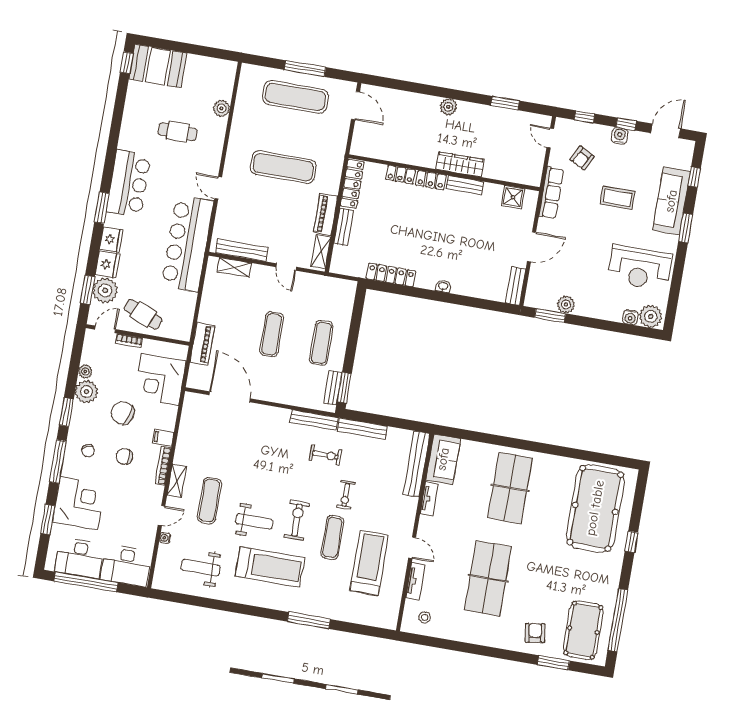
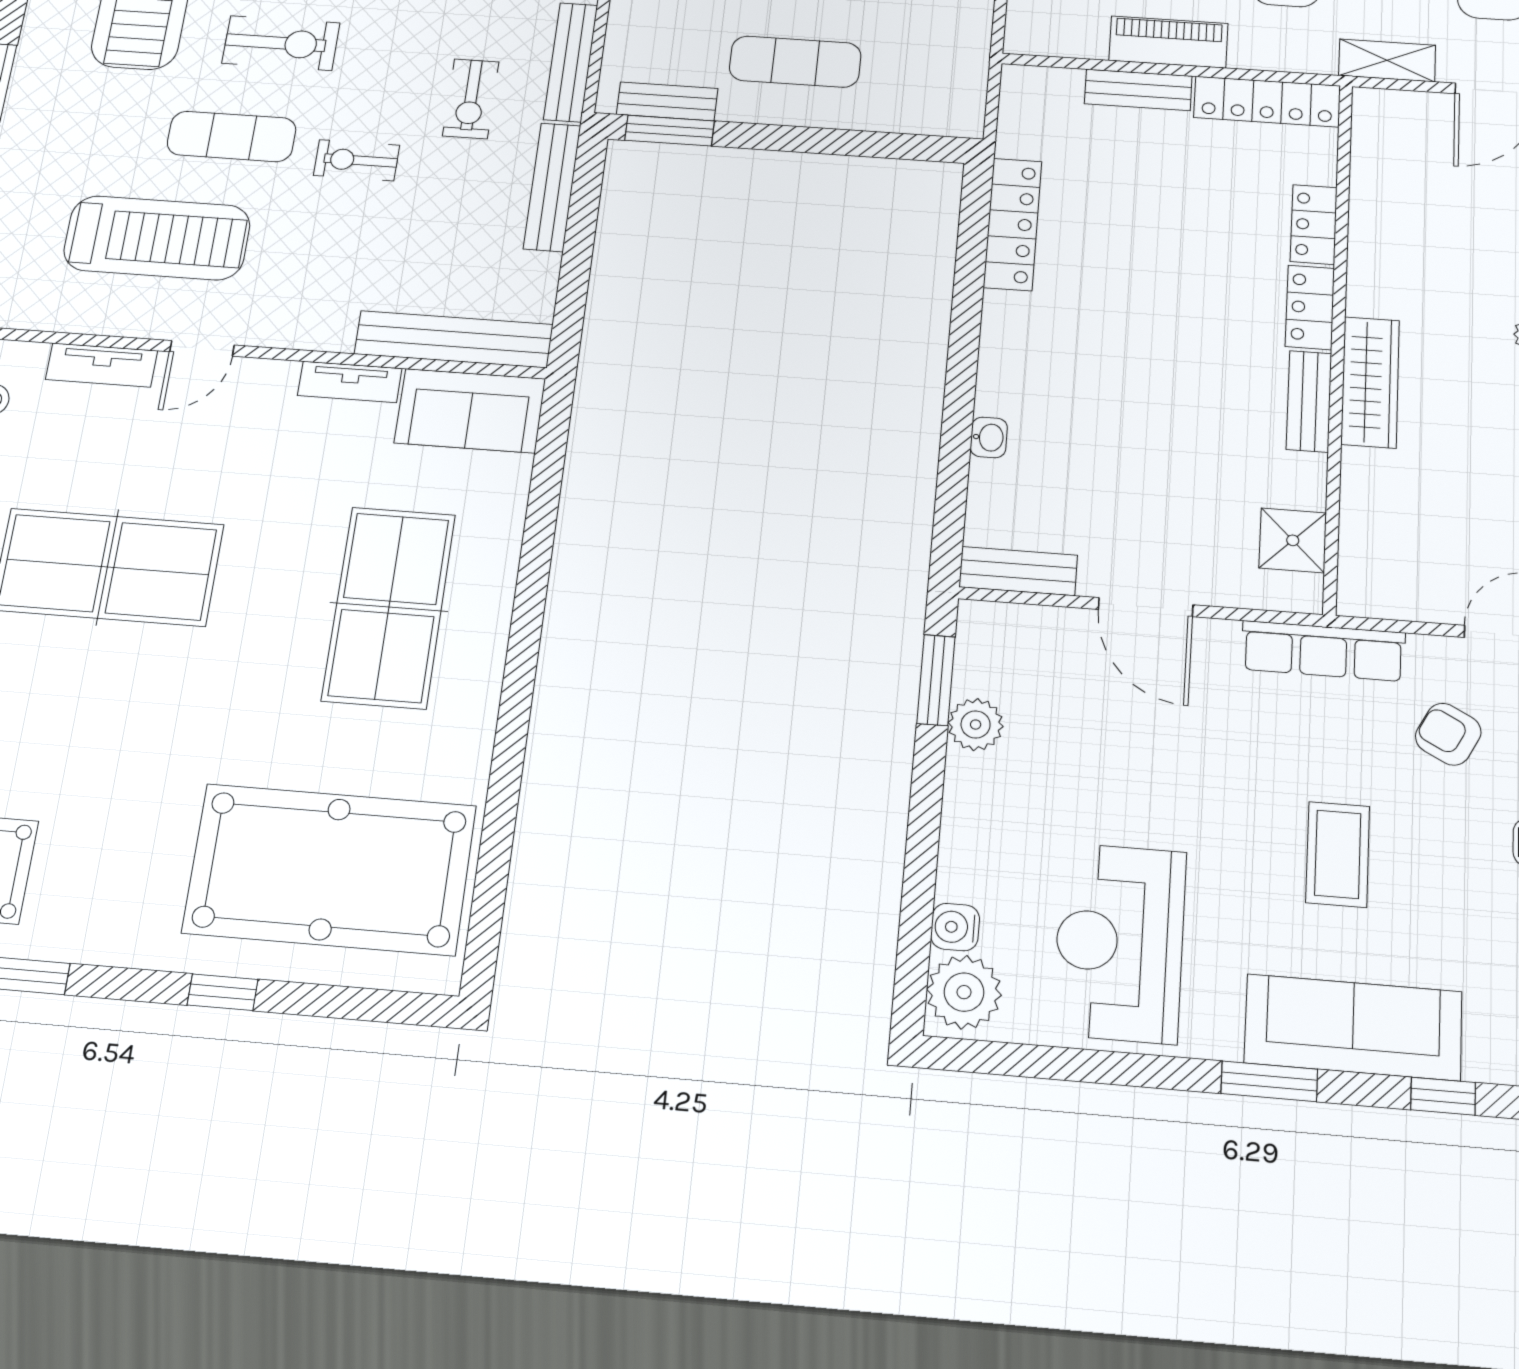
shelving: (321, 252) -> (1387, 60), moved
washbasin: (443, 286) -> (989, 437), moved
table tennis table: (510, 488) -> (389, 607), turned 90

